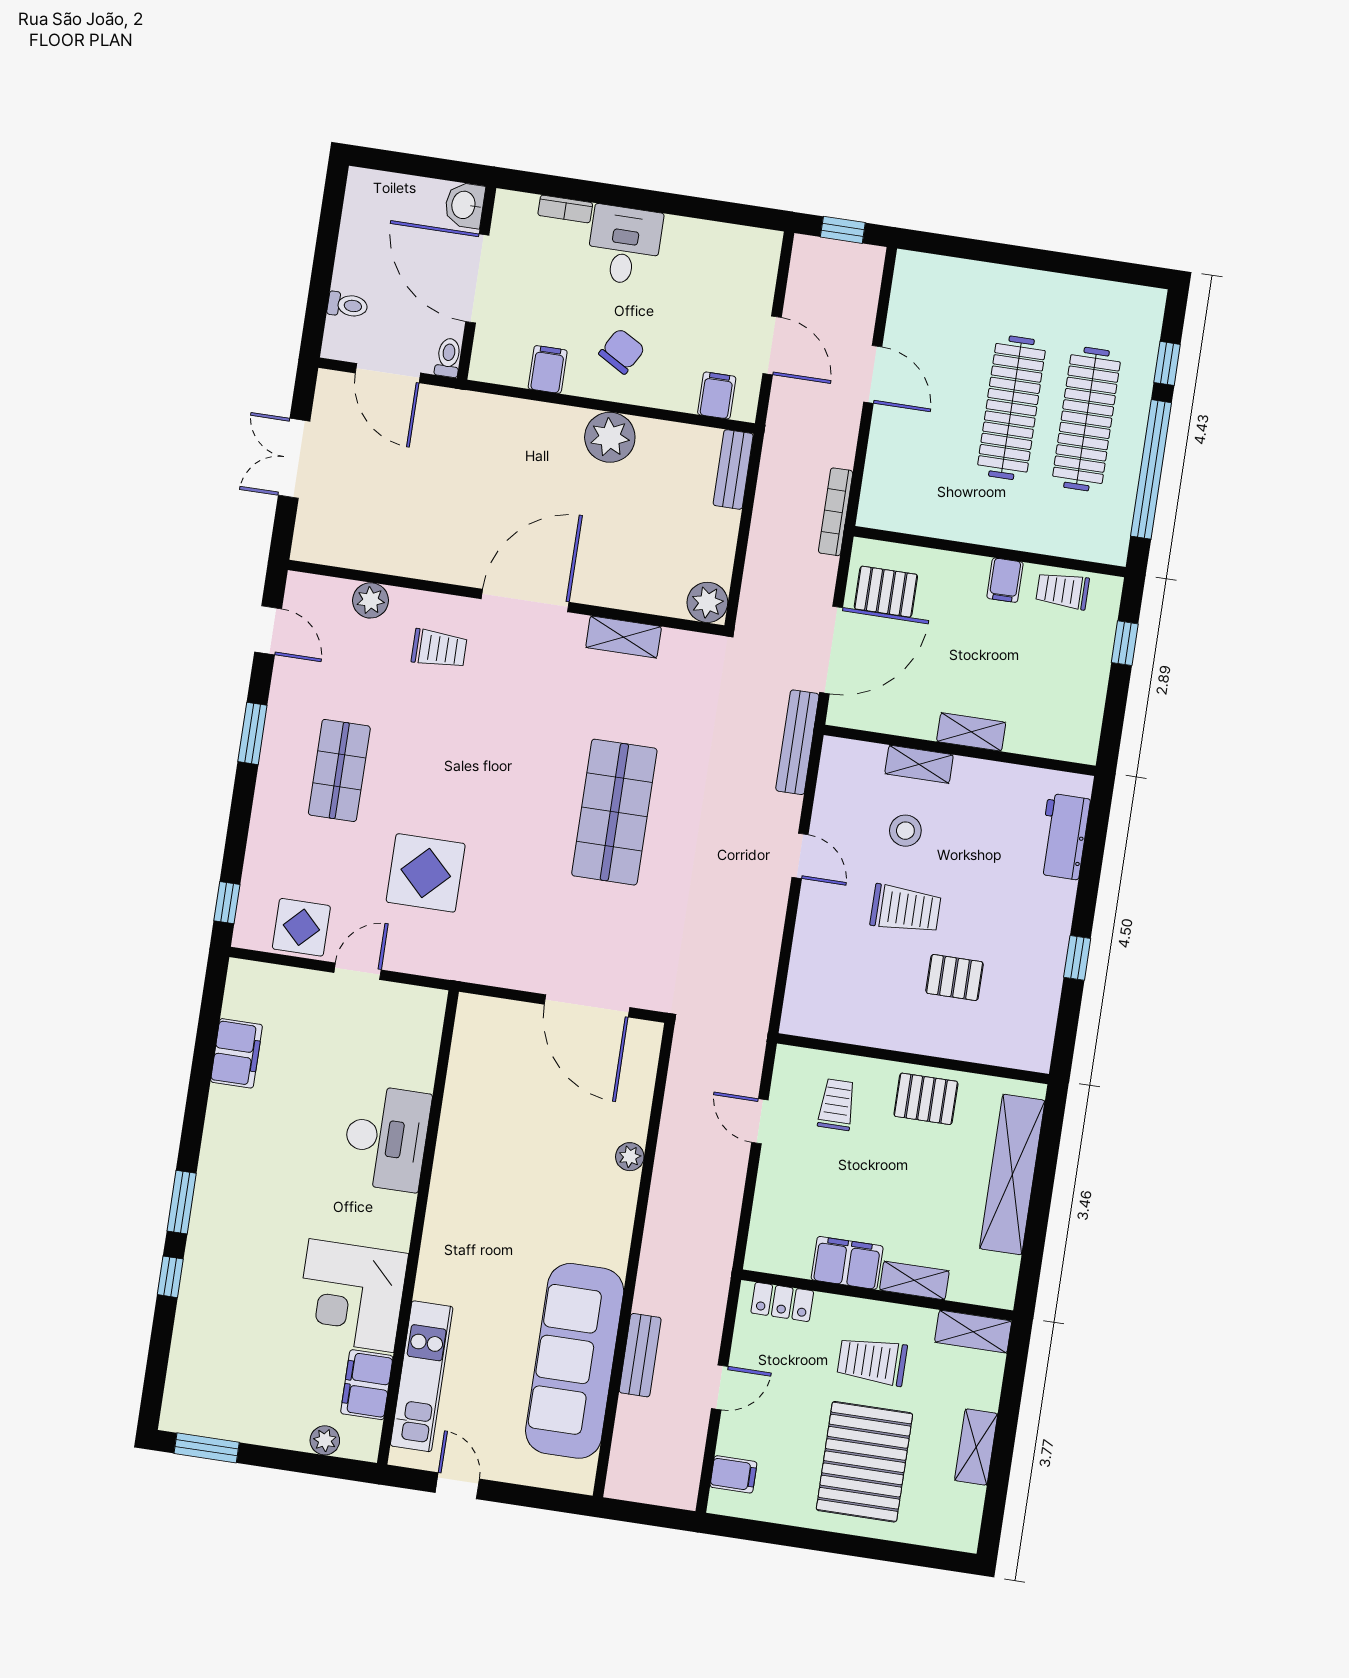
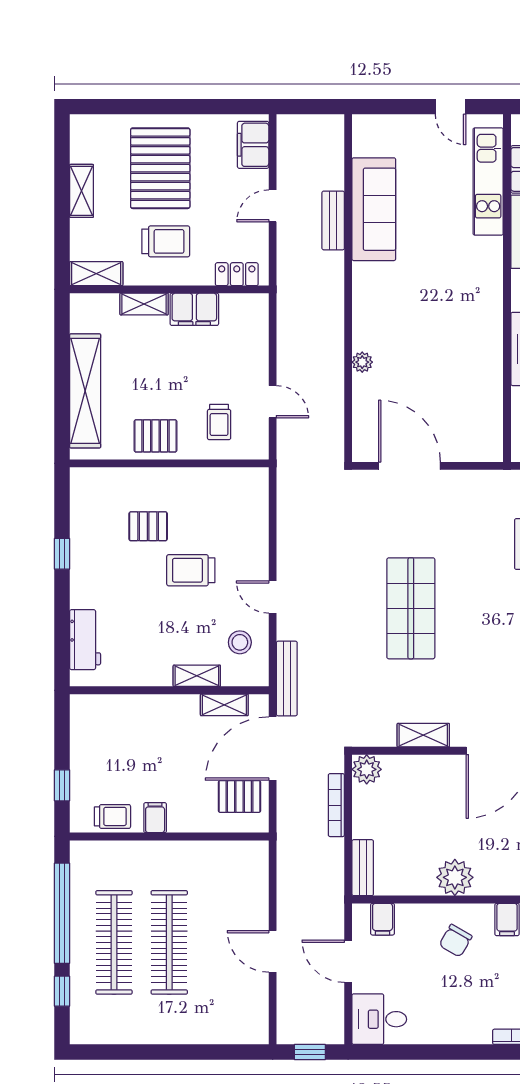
desk: (624, 245) -> (379, 1019), moved, turned 90
bookcase: (836, 512) -> (336, 805), moved, turned 180
shelving: (971, 732) -> (224, 705), moved
stool: (905, 831) -> (240, 642), moved
sofa: (575, 1361) -> (374, 209), width x0.74, depth x0.79
filing cabinet: (733, 1474) -> (253, 145), width x2.00

